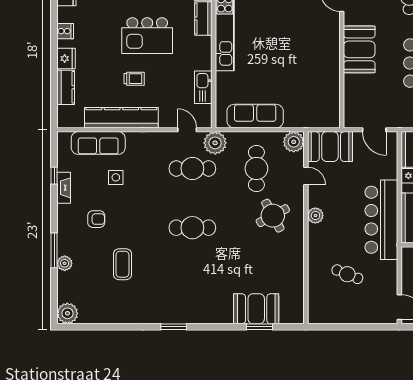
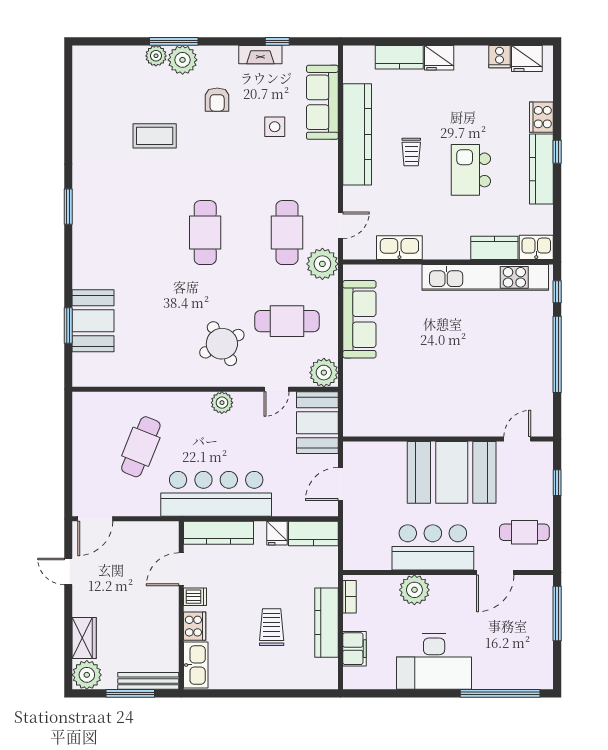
cooker: (65, 31) -> (499, 57), moved
kitchen island: (147, 36) -> (471, 170), width x0.73, depth x0.78
booth: (359, 49) -> (452, 472), width x1.36, depth x1.42
cafe table: (347, 274) -> (141, 447), width x1.37, depth x1.35
plant: (67, 313) -> (183, 60), moved

